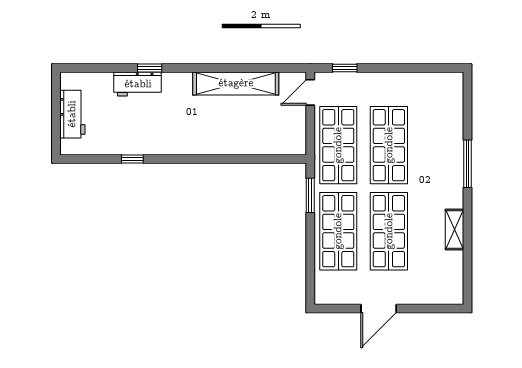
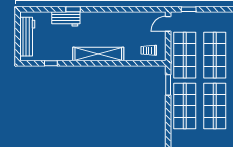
shelving: (236, 83) -> (98, 54), moved
workbench: (72, 114) -> (27, 37), width x1.38
trolley: (277, 137) -> (149, 50), added
window: (132, 159) -> (51, 63), moved

